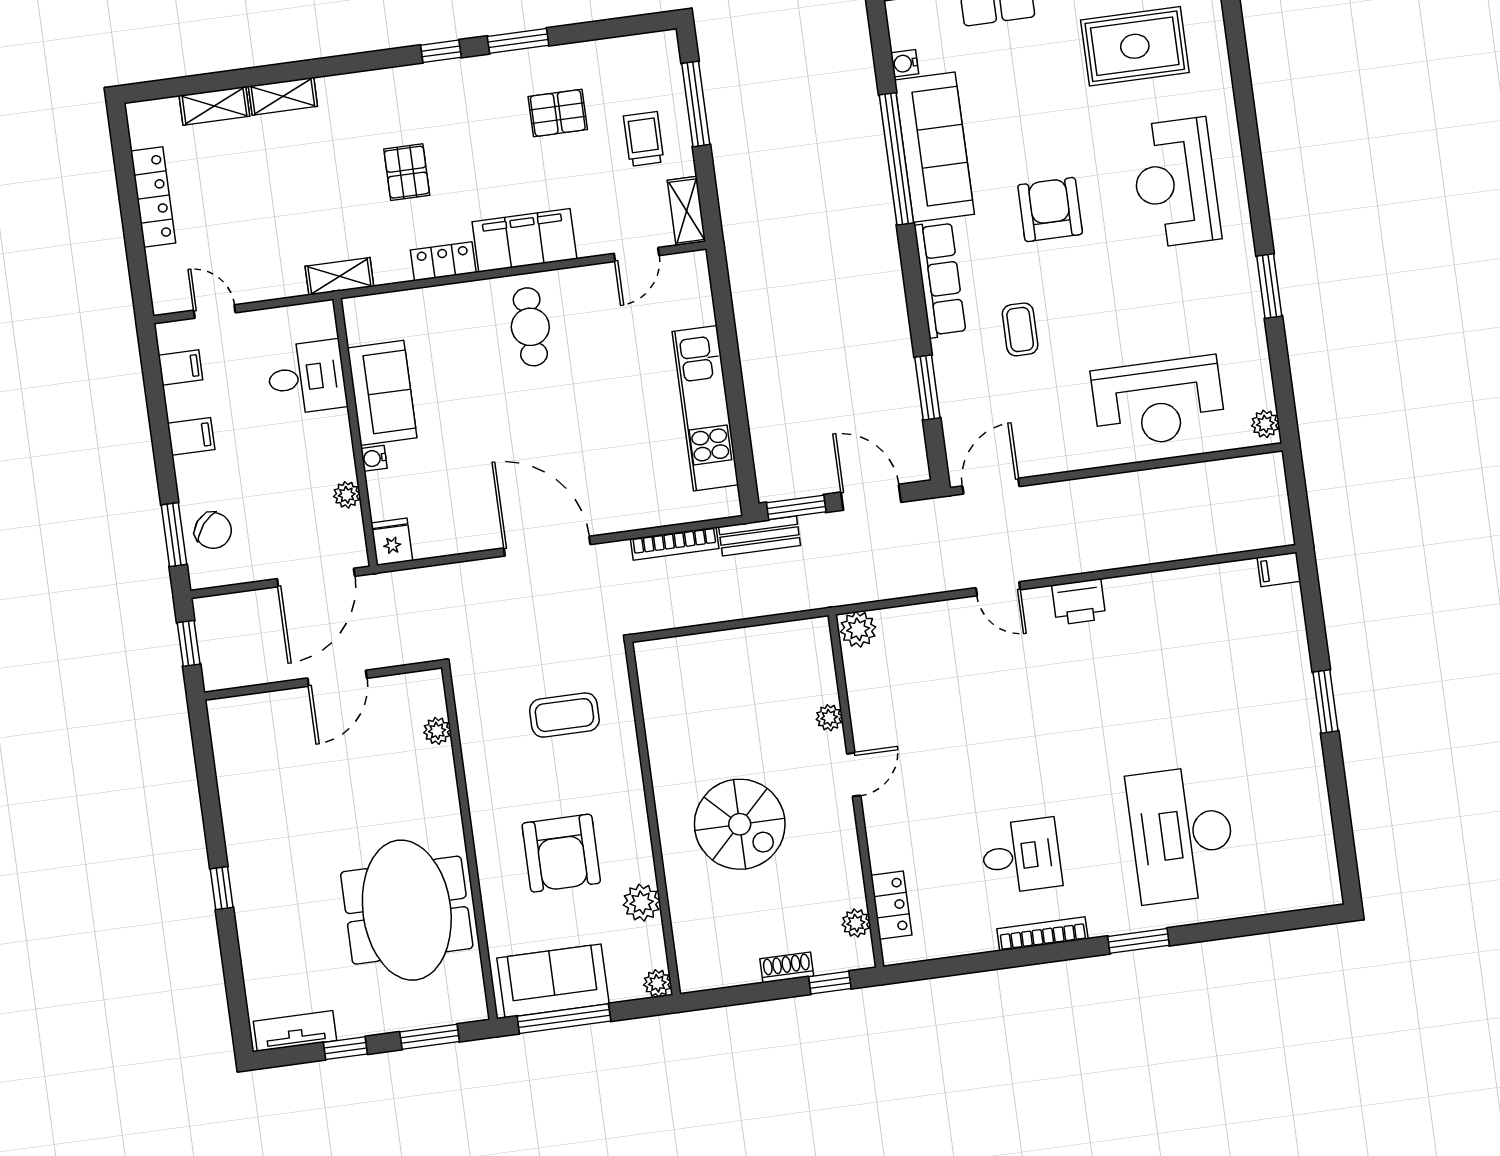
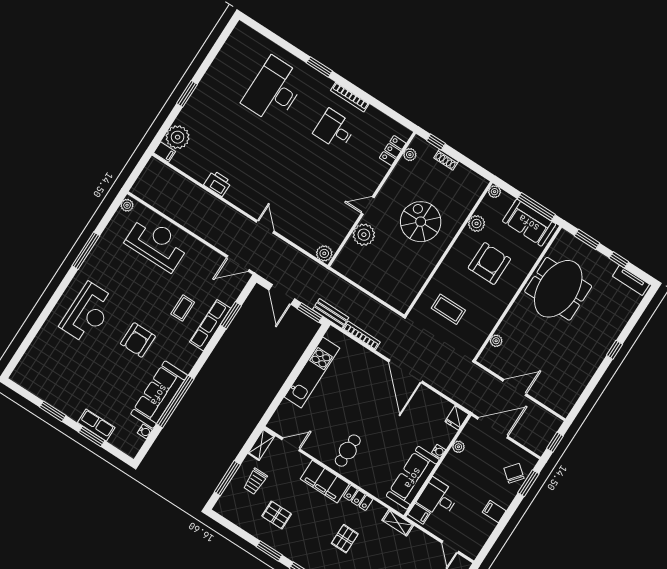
rug: (1135, 46) -> (62, 371), removed
row of seats: (940, 279) -> (210, 325), moved
window: (1269, 286) -> (86, 251), width x1.44
filing cabinet: (180, 367) -> (419, 514), moved, turned 180
sofa: (382, 393) -> (413, 478), width x1.36
printer: (1079, 602) -> (218, 183), moved
plant: (1278, 614) -> (178, 137), added
plant: (829, 718) -> (364, 235), width x1.87, depth x1.87
desk: (1182, 834) -> (274, 90), turned 180

